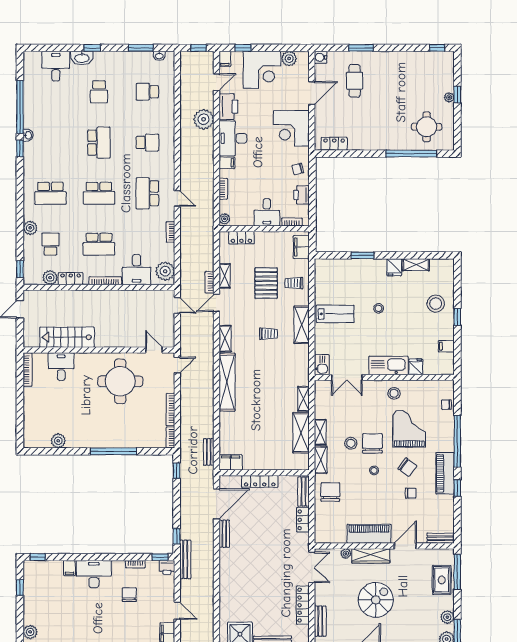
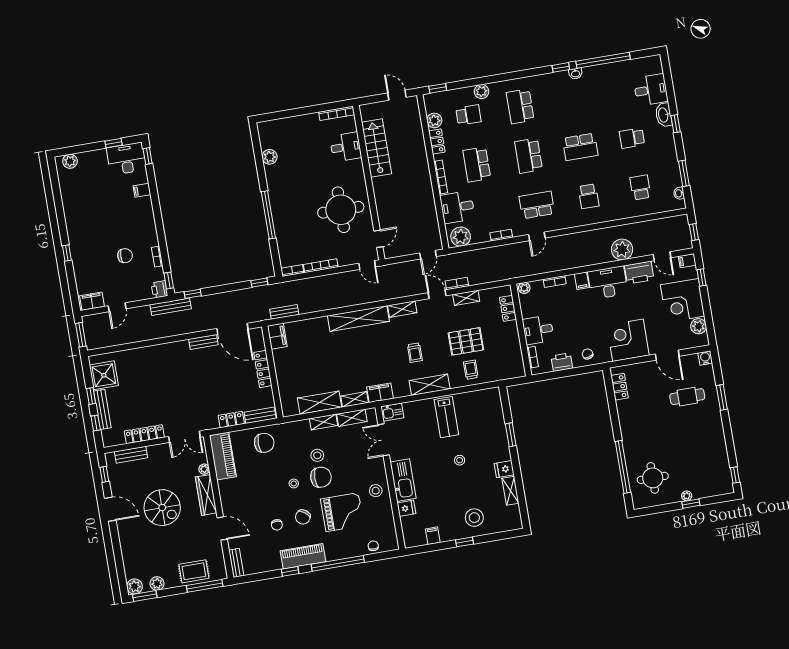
filing cabinet: (301, 247) -> (380, 393), moved
shelving: (321, 460) -> (352, 418), moved
piano: (369, 534) -> (223, 456), moved
desk: (94, 574) -> (126, 159), moved, turned -90

